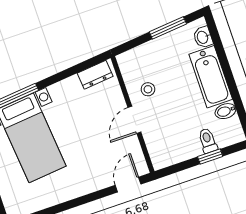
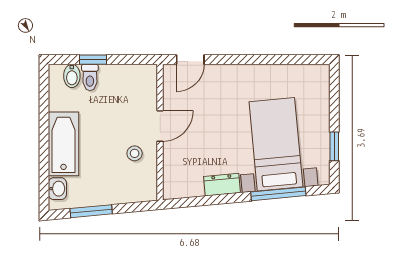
dresser: (95, 75) -> (222, 185), moved
bidet: (225, 111) -> (72, 76), moved, turned 90

